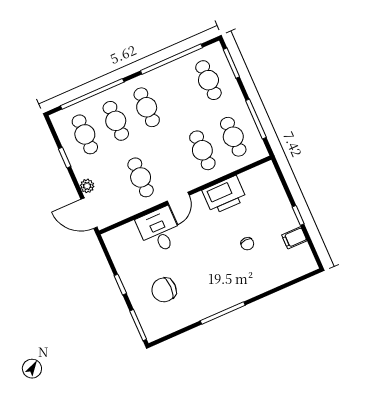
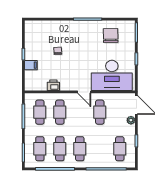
cafe table: (116, 121) -> (60, 149), moved
printer: (224, 195) -> (53, 85), width x0.53, depth x0.68
door: (178, 198) -> (84, 92), swing flipped
desk: (159, 230) -> (112, 75), width x1.87, depth x1.30
filing cabinet: (294, 238) -> (31, 65), moved
chair: (164, 290) -> (111, 36), moved, turned -91

